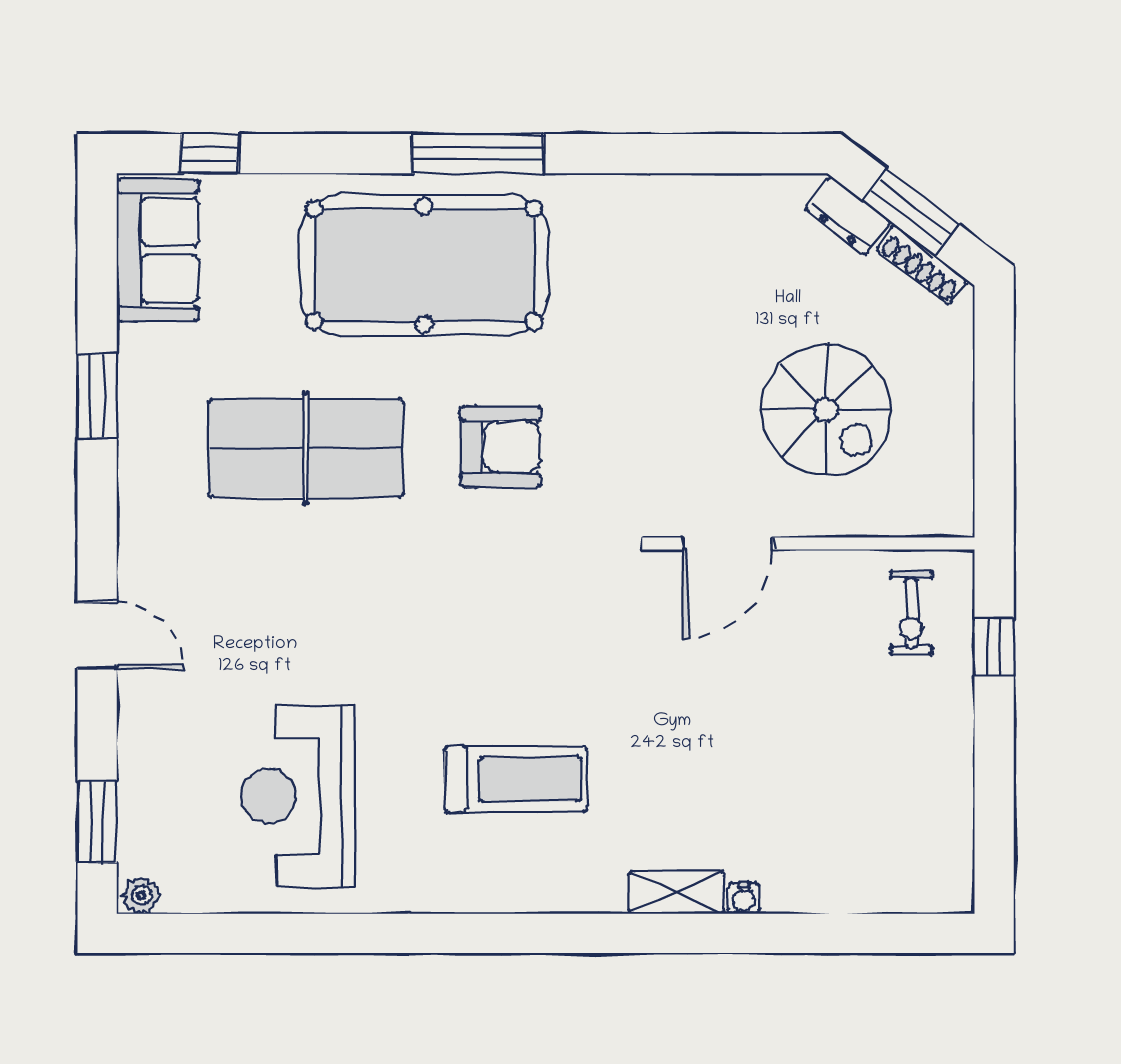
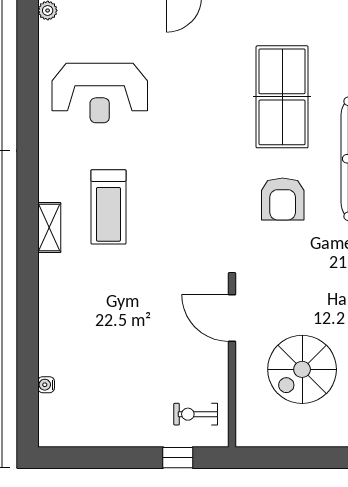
reception desk: (299, 796) -> (100, 93), turned 180
shelving: (676, 892) -> (49, 228), moved
water cooler: (744, 898) -> (46, 385), moved

